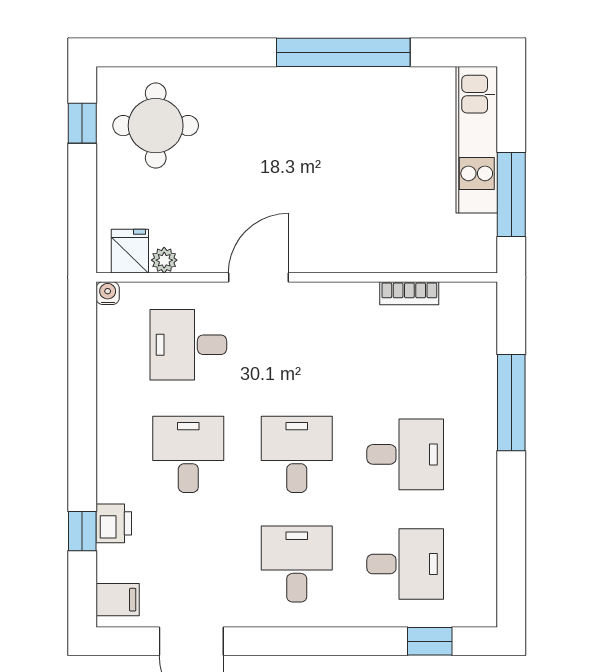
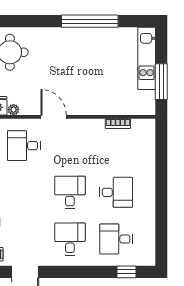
door: (259, 277) -> (54, 117), hinge flipped
window: (511, 403) -> (161, 170), removed
desk: (188, 454) -> (24, 192), removed
desk: (405, 564) -> (116, 239), turned 180

